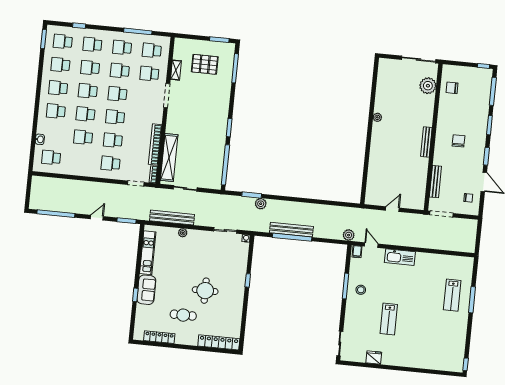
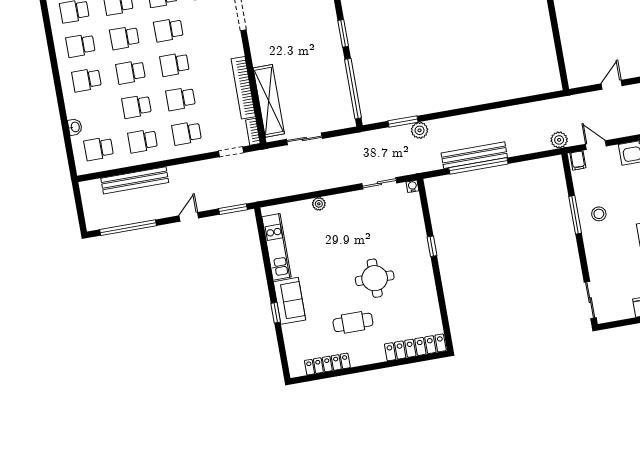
school desk: (81, 160) -> (143, 141), added
bench: (172, 218) -> (135, 180), moved

